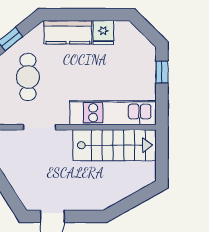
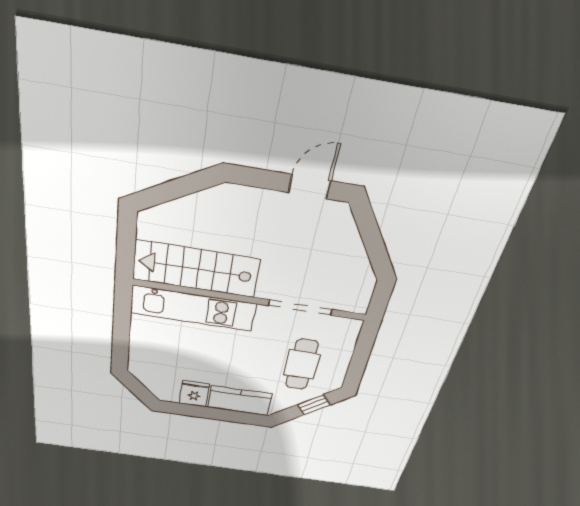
window: (162, 72) -> (121, 343), removed
doorway: (40, 127) -> (300, 308), width x1.38

